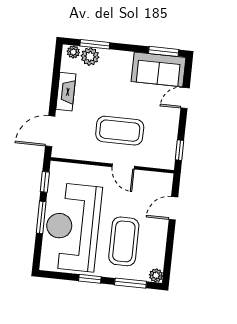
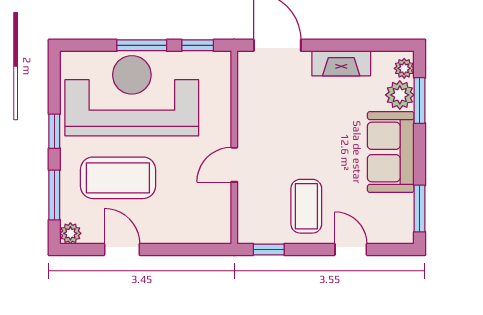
sofa: (159, 69) -> (391, 152), moved
coffee table: (120, 131) -> (306, 206), moved, width x0.73, depth x0.76
door: (173, 208) -> (122, 249), moved

